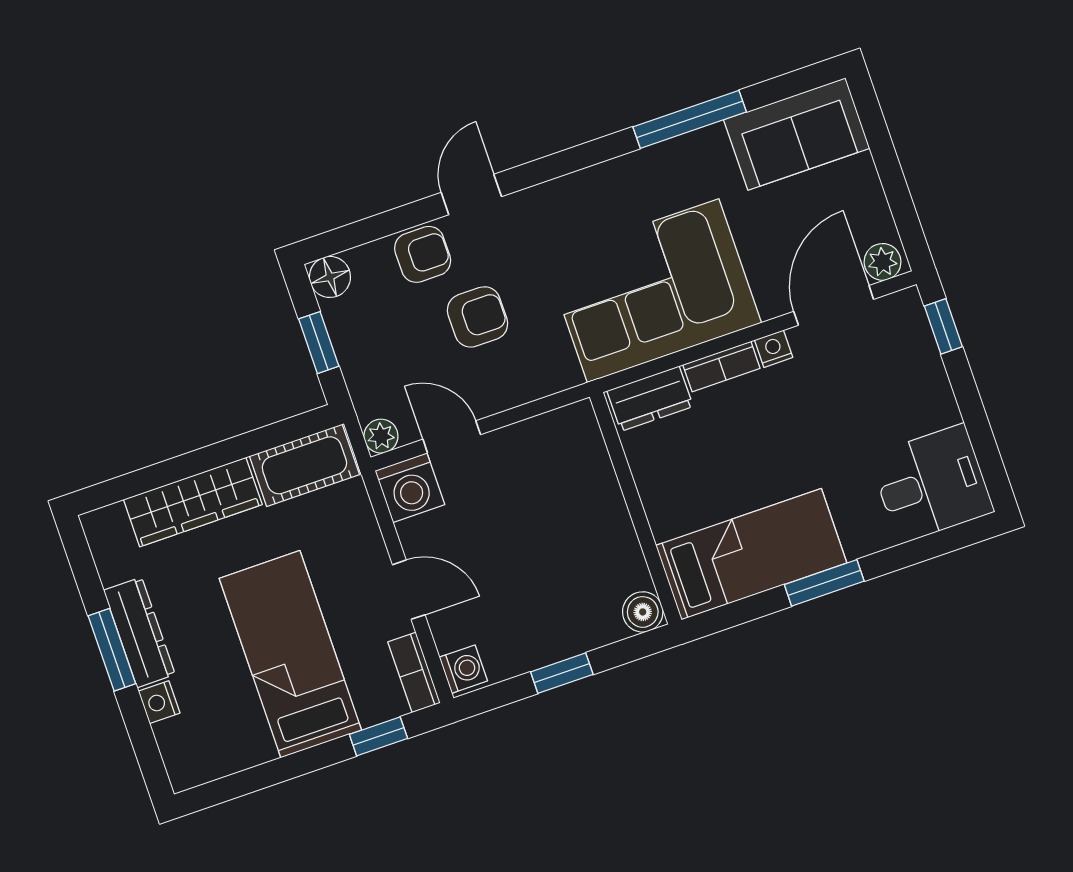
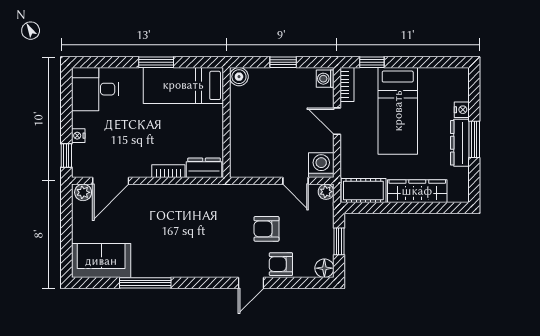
corner sofa: (653, 291) -> (187, 214), removed
nightstand: (774, 349) -> (78, 136), moved, turned 90

